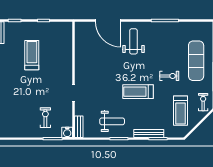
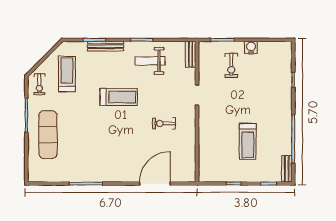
door: (108, 20) -> (155, 184), hinge flipped
weight bench: (133, 41) -> (124, 158), removed
exercise bike: (169, 76) -> (164, 123), moved
water cooler: (67, 132) -> (251, 48), moved

